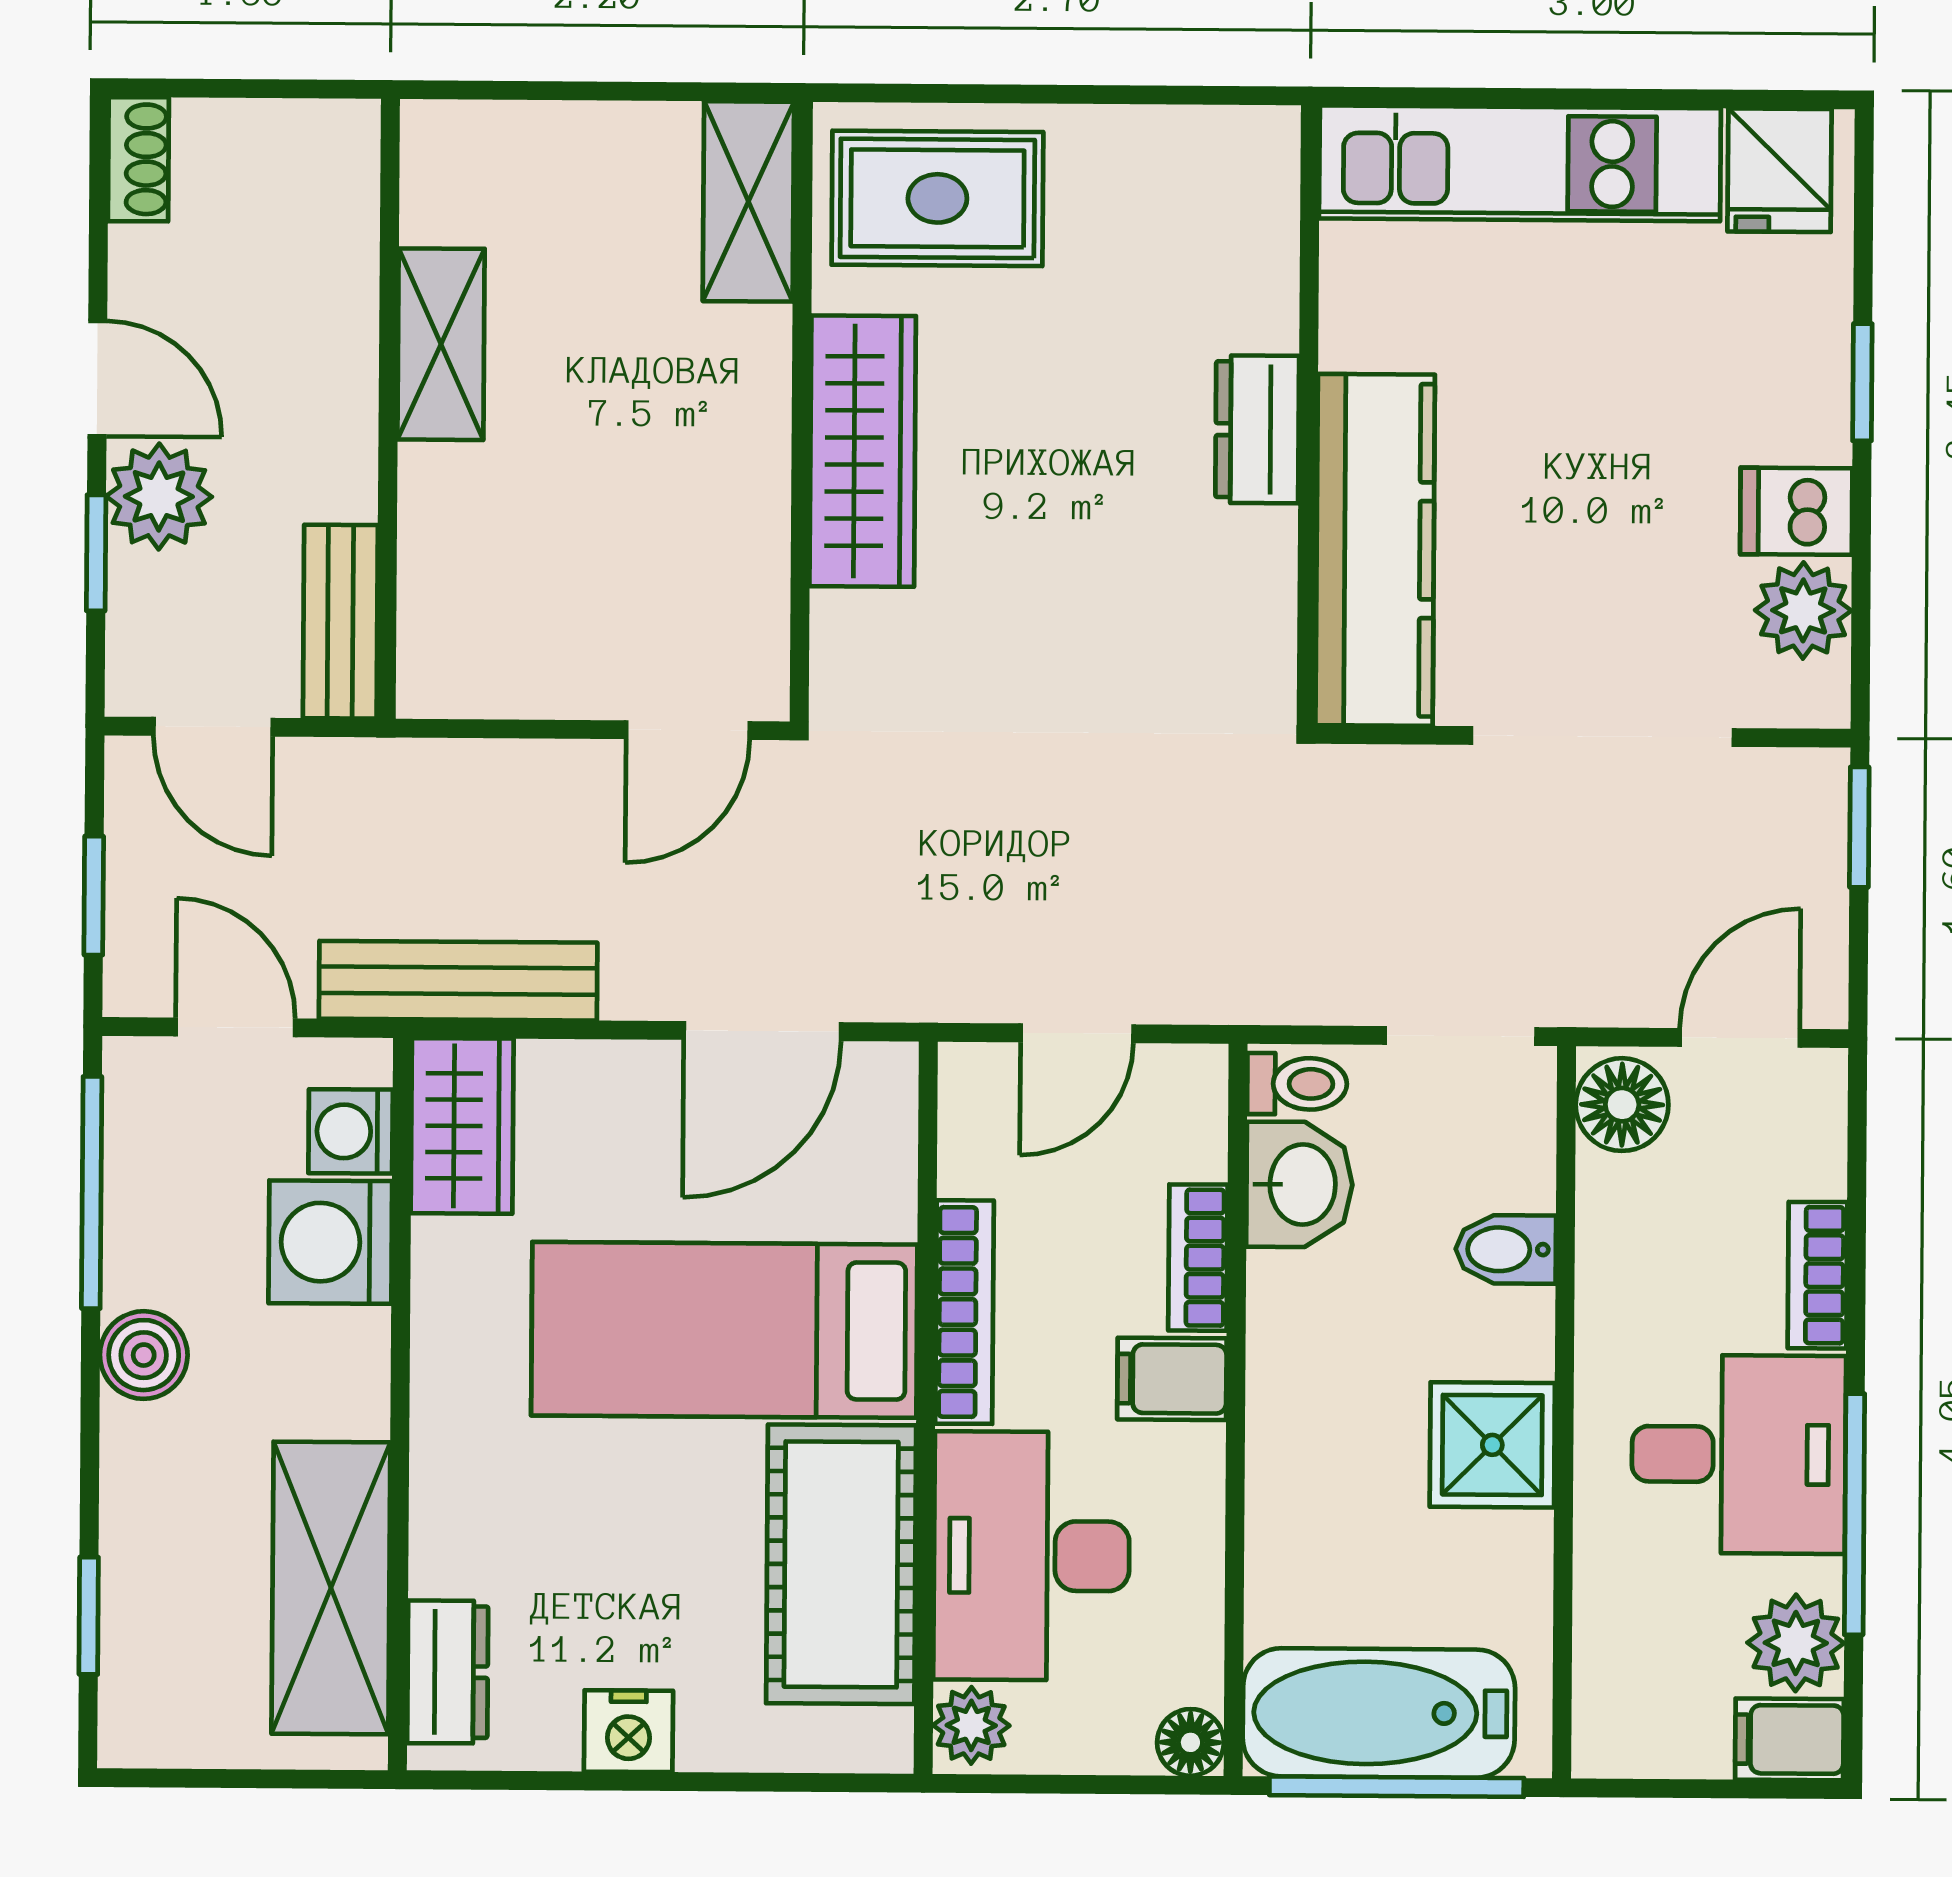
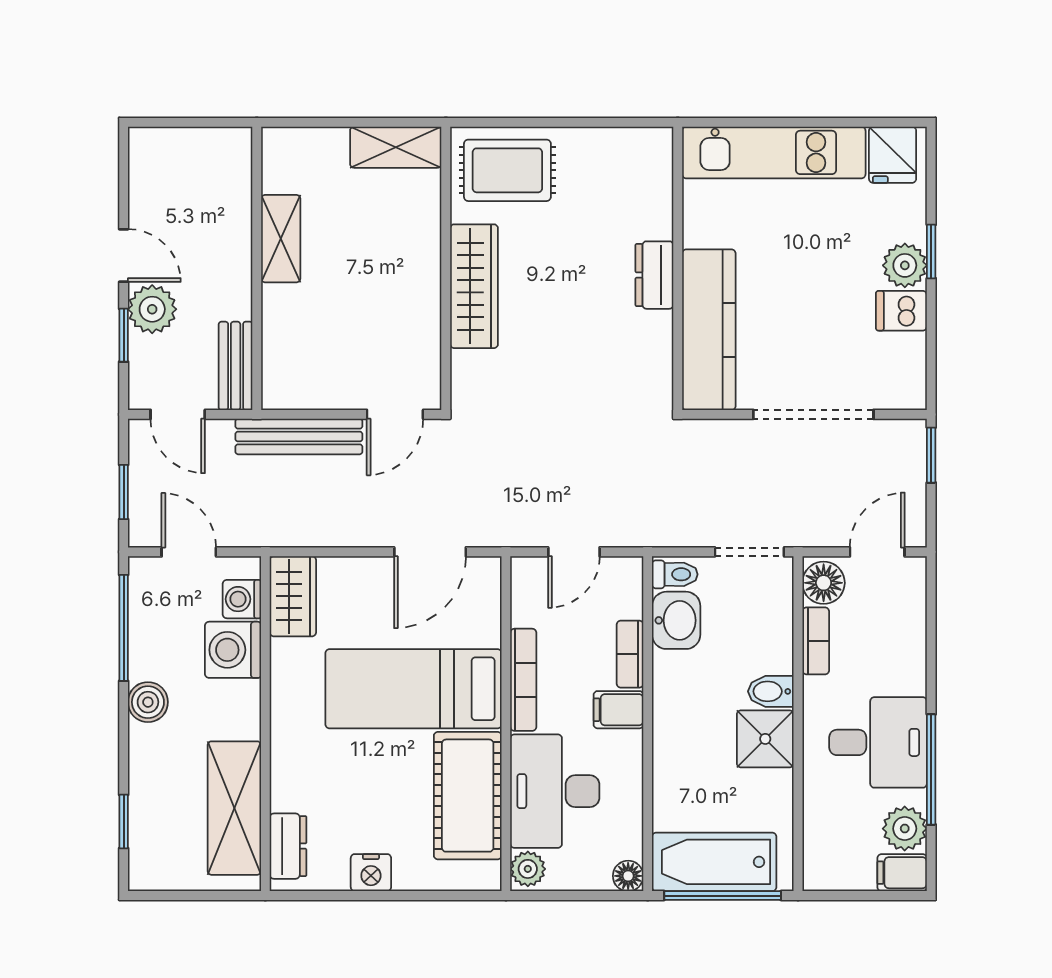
shoe rack: (138, 159) -> (142, 155), removed
shelving: (748, 201) -> (396, 147), moved, turned 90
plant: (1803, 610) -> (905, 265), moved
bench: (458, 981) -> (299, 437), moved
bidet: (1506, 1249) -> (771, 691), moved
bookcase: (1817, 1275) -> (816, 641), moved, turned 180

